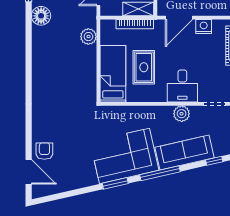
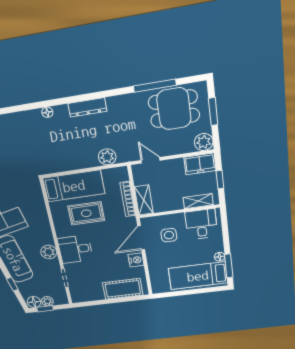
floor lamp: (41, 16) -> (47, 112), moved, width x0.53, depth x0.53
door: (179, 18) -> (141, 238), hinge flipped
dresser: (38, 46) -> (87, 107), added

